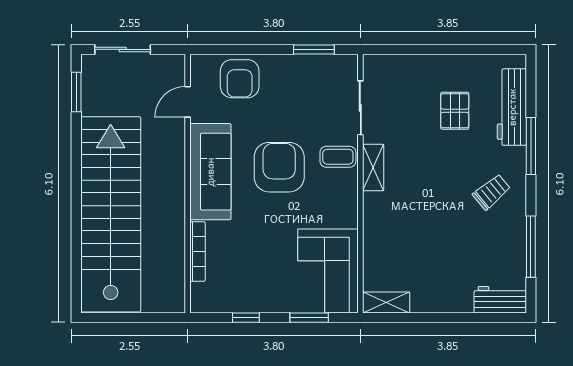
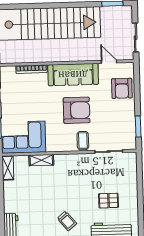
sliding door: (123, 49) -> (136, 38), moved
armchair: (240, 79) -> (122, 88), turned -90
shelving: (373, 167) -> (41, 160), moved

